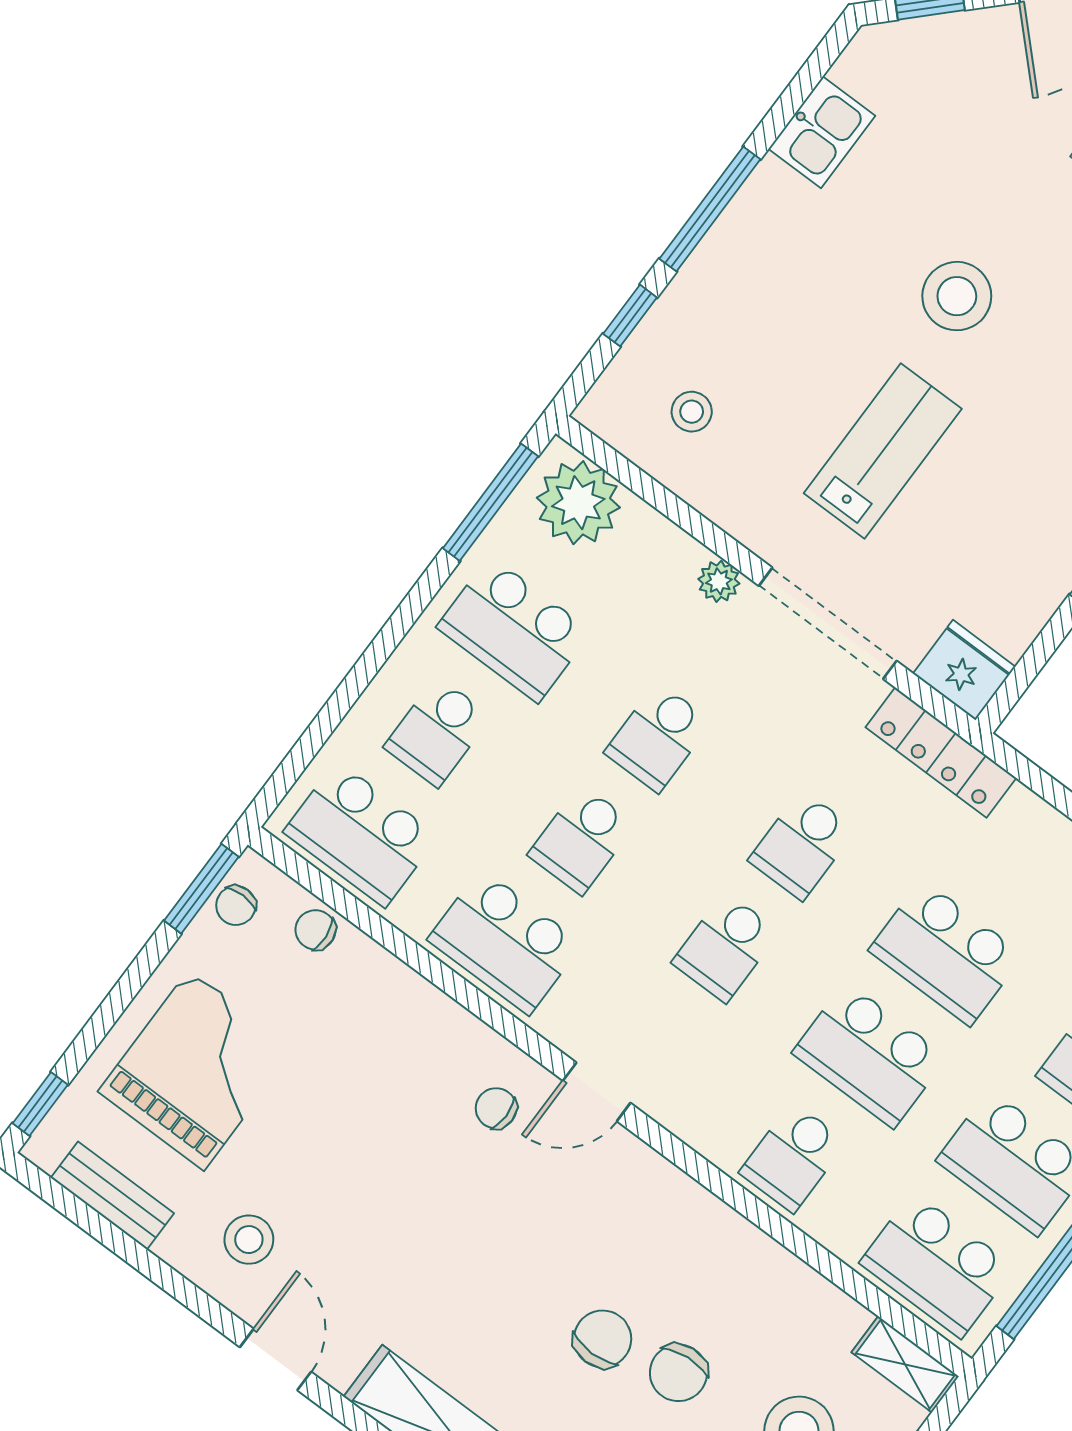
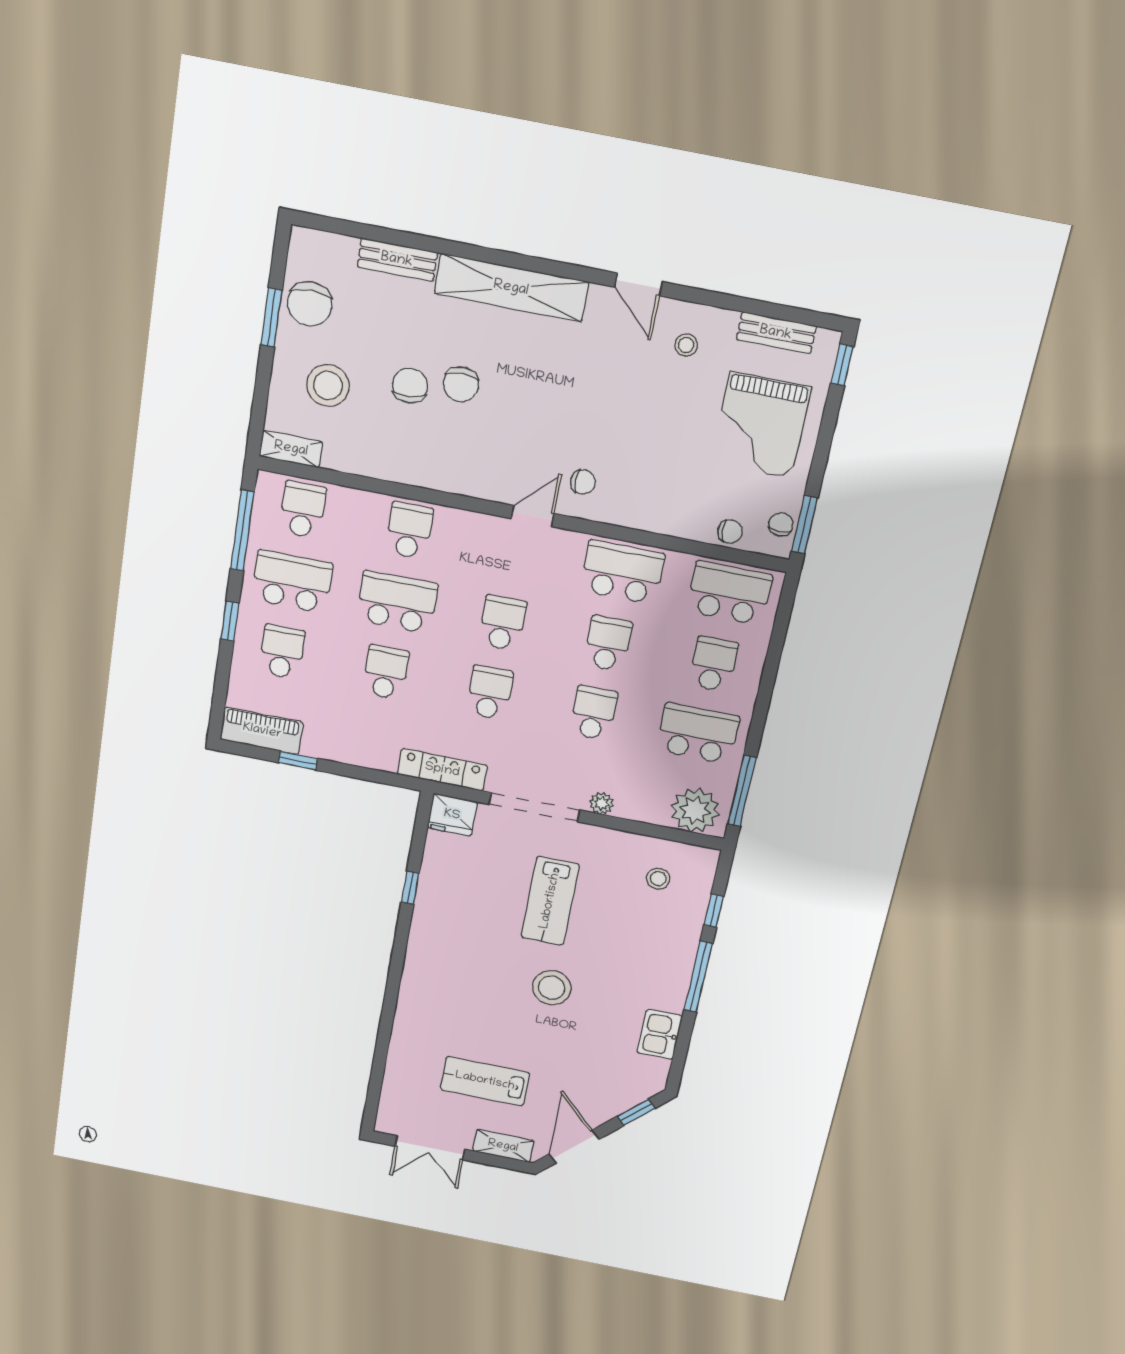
school desk: (946, 953) -> (386, 672), width x0.54
stool: (249, 1240) -> (686, 345), width x0.73, depth x0.73
school desk: (937, 1265) -> (303, 510), width x0.54

